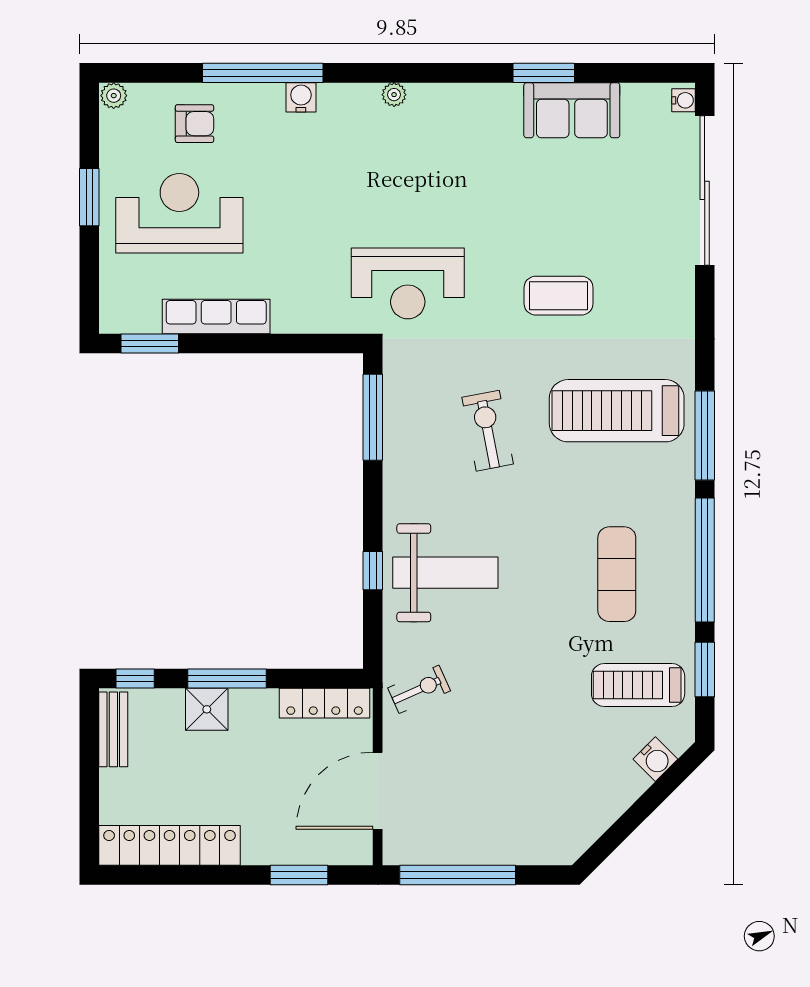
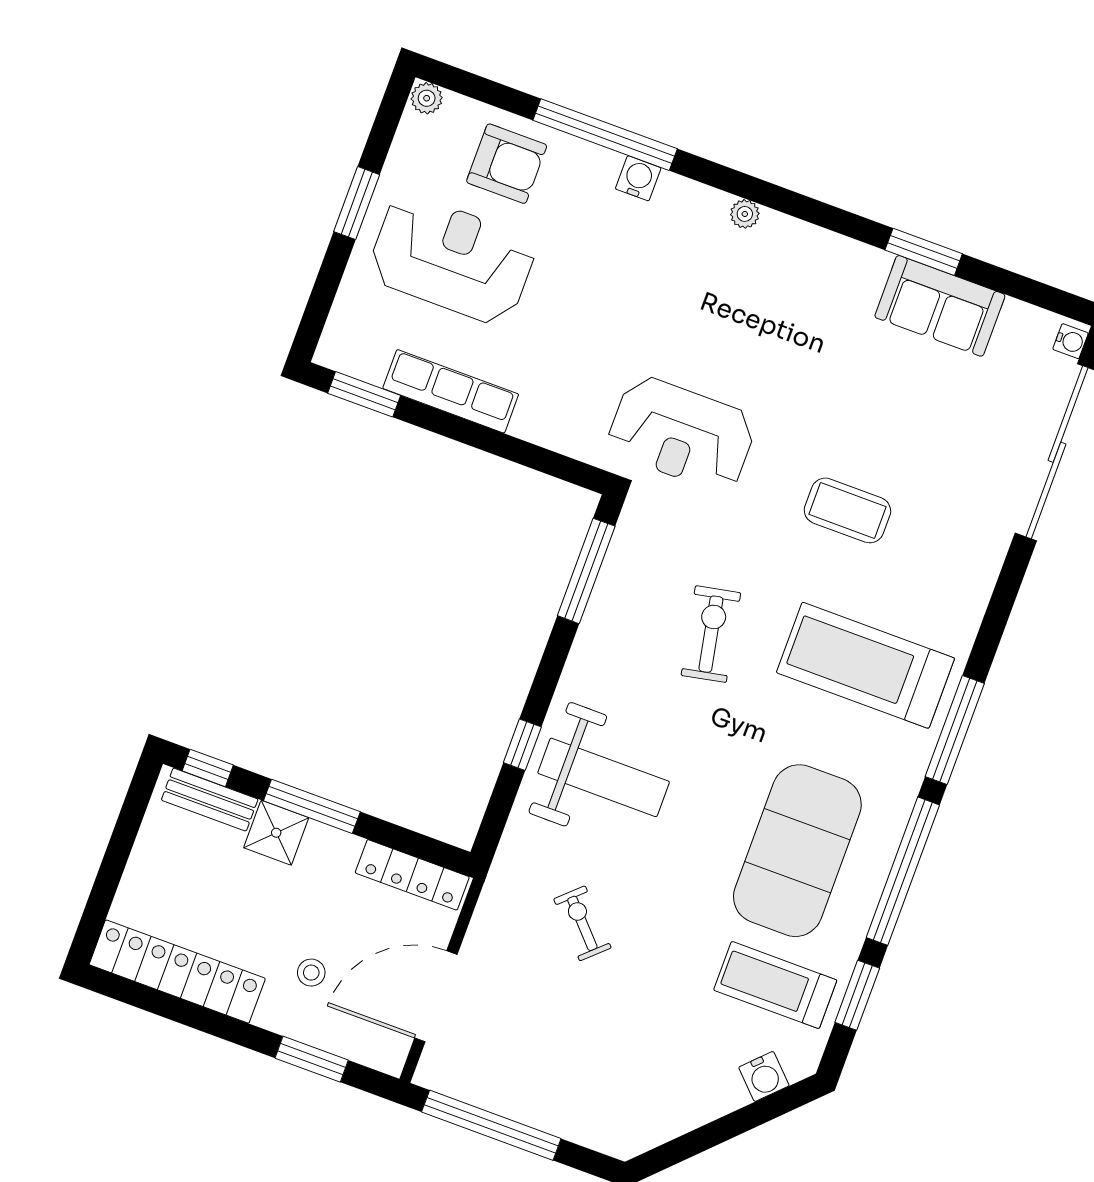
armchair: (195, 124) -> (507, 164), width x1.38, depth x1.38
exercise mat: (617, 574) -> (797, 851), width x2.00, depth x1.45
exercise bike: (419, 689) -> (582, 923), moved, turned -109
bench: (113, 729) -> (210, 800), moved, turned 90
stool: (274, 808) -> (311, 973), added

